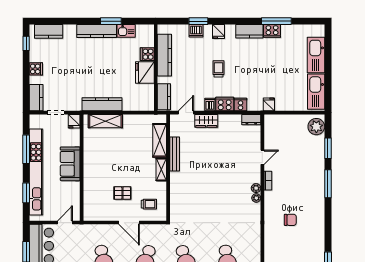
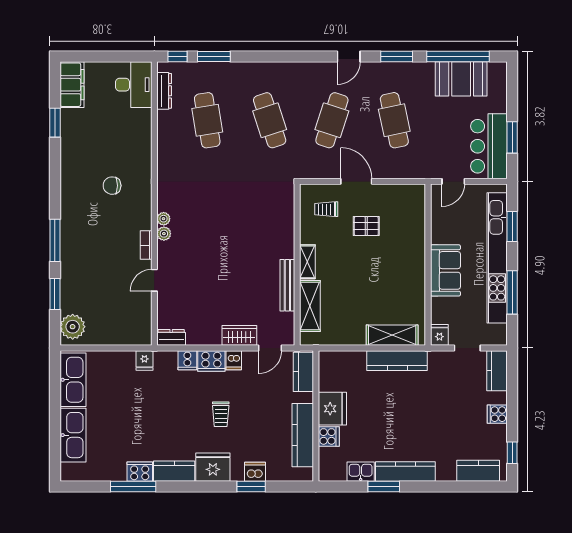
fridge: (218, 32) -> (213, 467), width x1.88, depth x1.34

